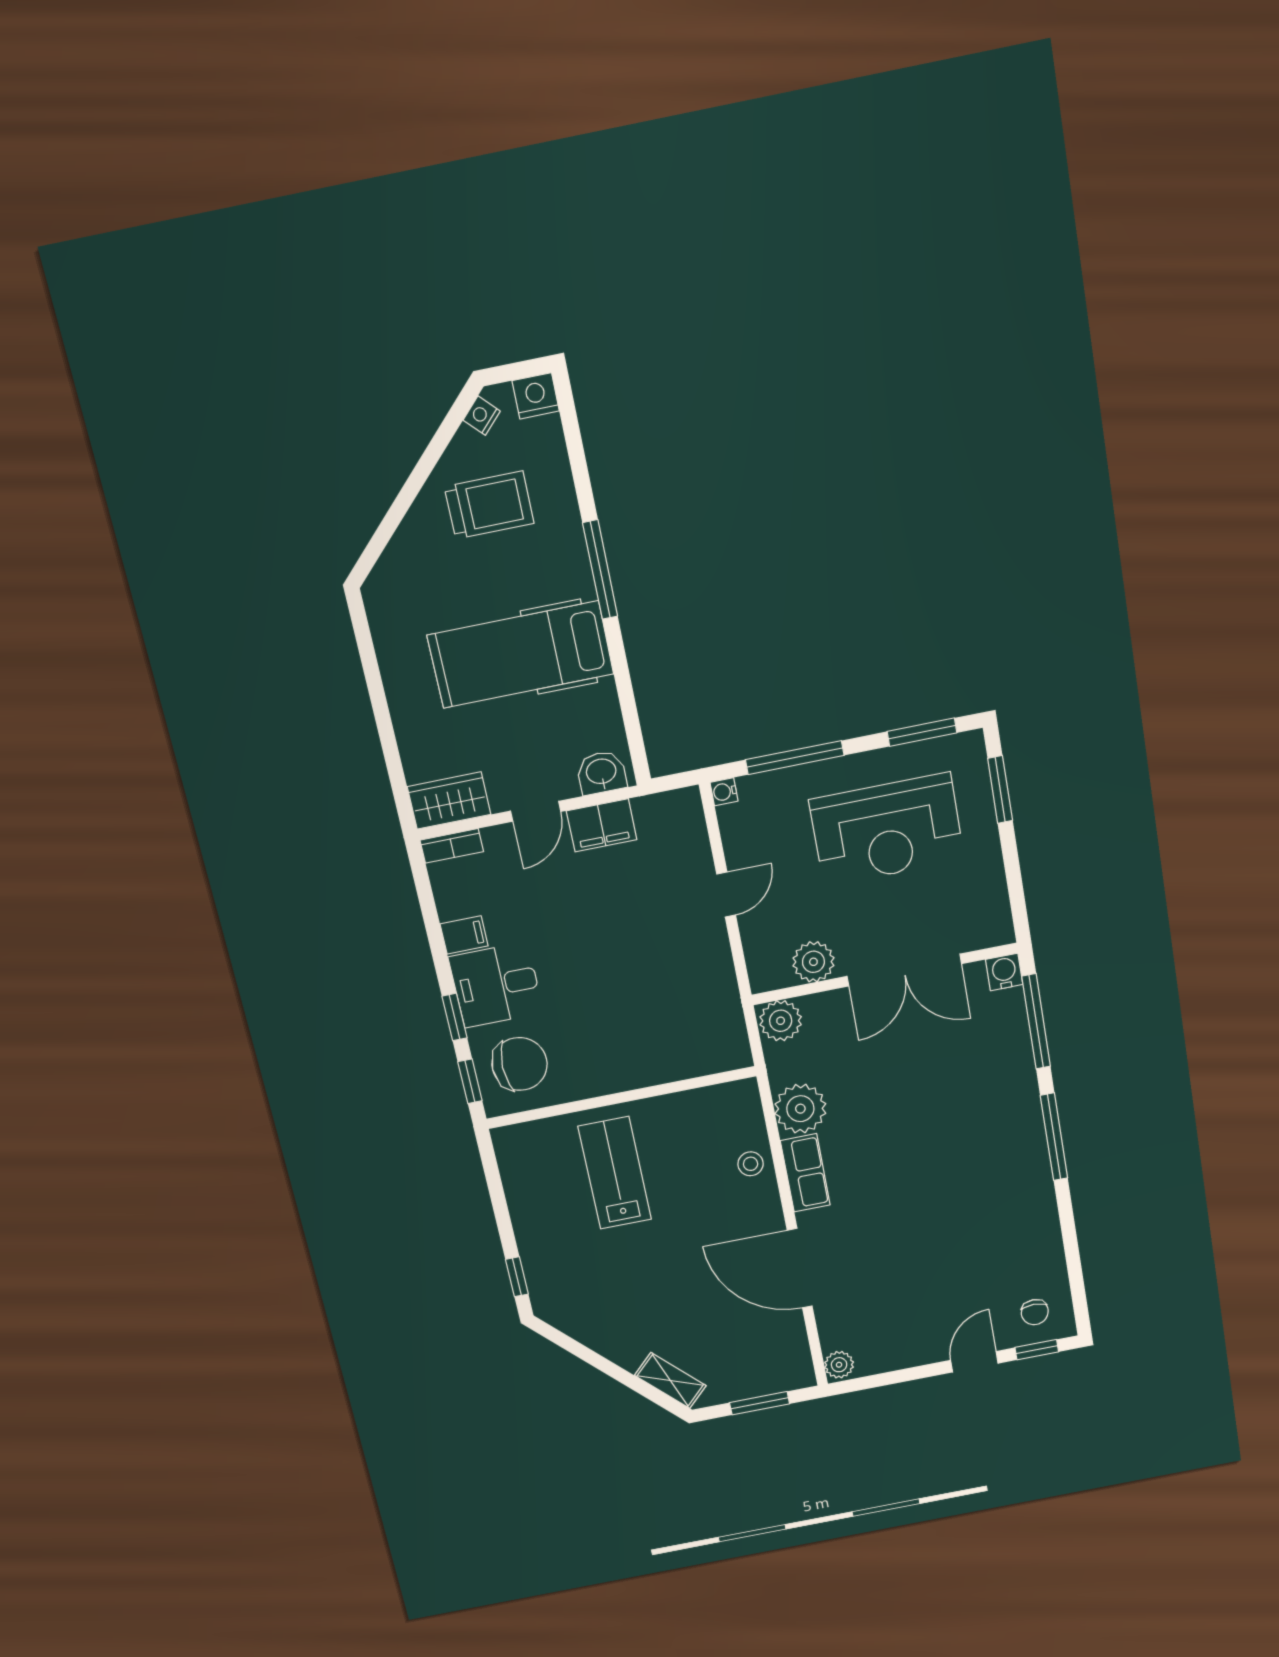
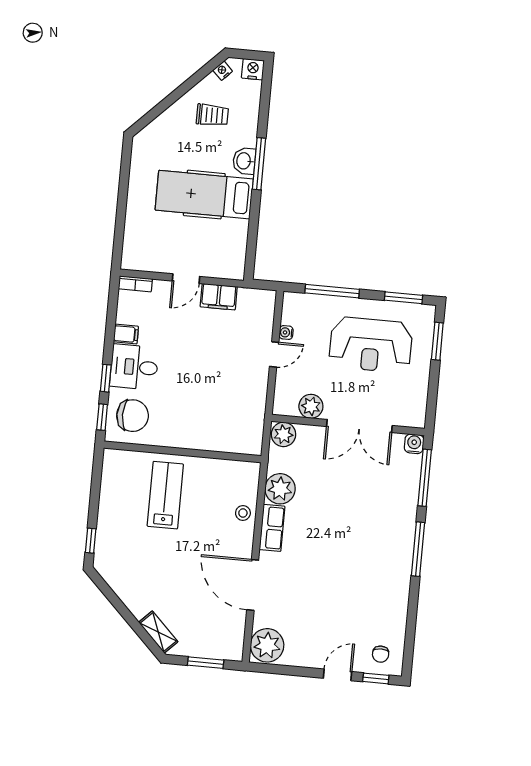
trolley: (489, 505) -> (212, 115), width x0.73, depth x0.72
washbasin: (601, 772) -> (244, 161), moved, turned -90
water cooler: (724, 792) -> (286, 333), moved
wardrobe: (449, 800) -> (142, 259), removed
plant: (839, 1365) -> (267, 645), width x1.87, depth x1.87

